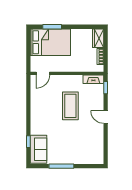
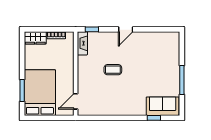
door: (43, 73) -> (76, 101), swing flipped
coffee table: (70, 106) -> (113, 70), width x0.54, depth x0.58

